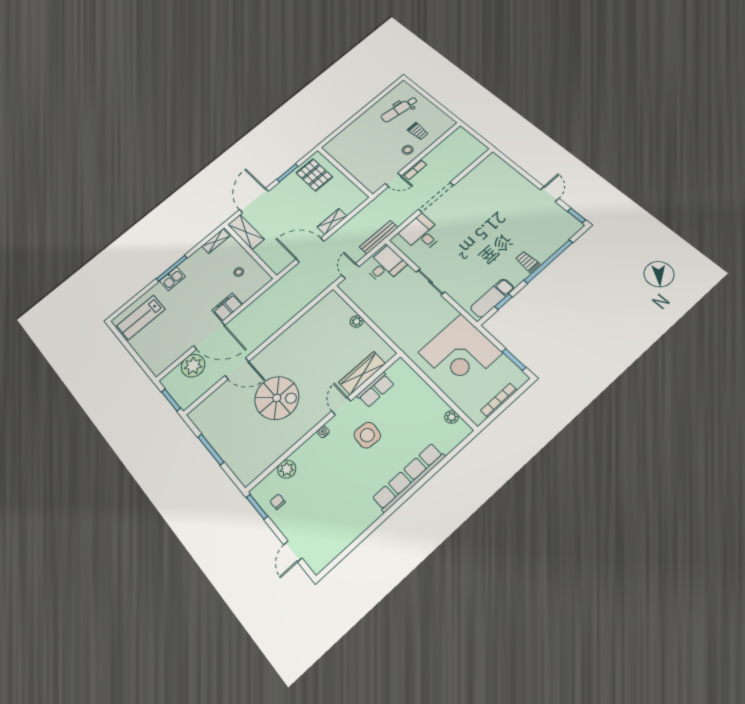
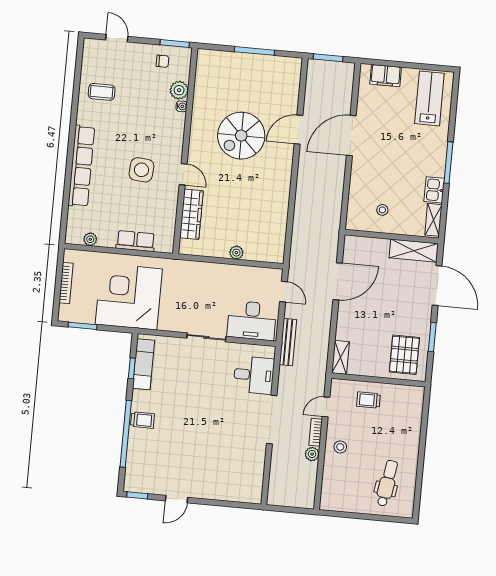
trolley: (418, 131) -> (368, 400), moved
pallet: (314, 175) -> (404, 355), turned 90
door: (550, 194) -> (176, 499), hinge flipped
shelving: (332, 221) -> (341, 357), moved
desk: (385, 265) -> (252, 320), width x1.37
kitchen sink: (172, 279) -> (434, 190), moved
filing cabinet: (227, 307) -> (386, 76), moved, turned 90
plant: (193, 366) -> (312, 454), moved, width x0.53, depth x0.53
row of seats: (376, 390) -> (136, 241), moved, turned 90
water cooler: (323, 432) -> (182, 106), moved
coffee table: (342, 520) -> (102, 92), added

